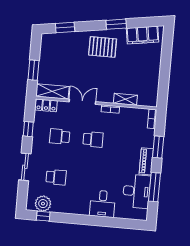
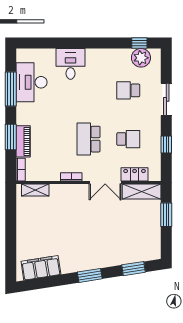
window: (116, 24) -> (90, 275), moved
pallet: (103, 47) -> (87, 250), removed
shelving: (125, 99) -> (35, 190), moved
locker: (46, 105) -> (135, 174), moved
school desk: (93, 139) -> (88, 139), width x1.85
piano: (146, 161) -> (23, 141), moved

